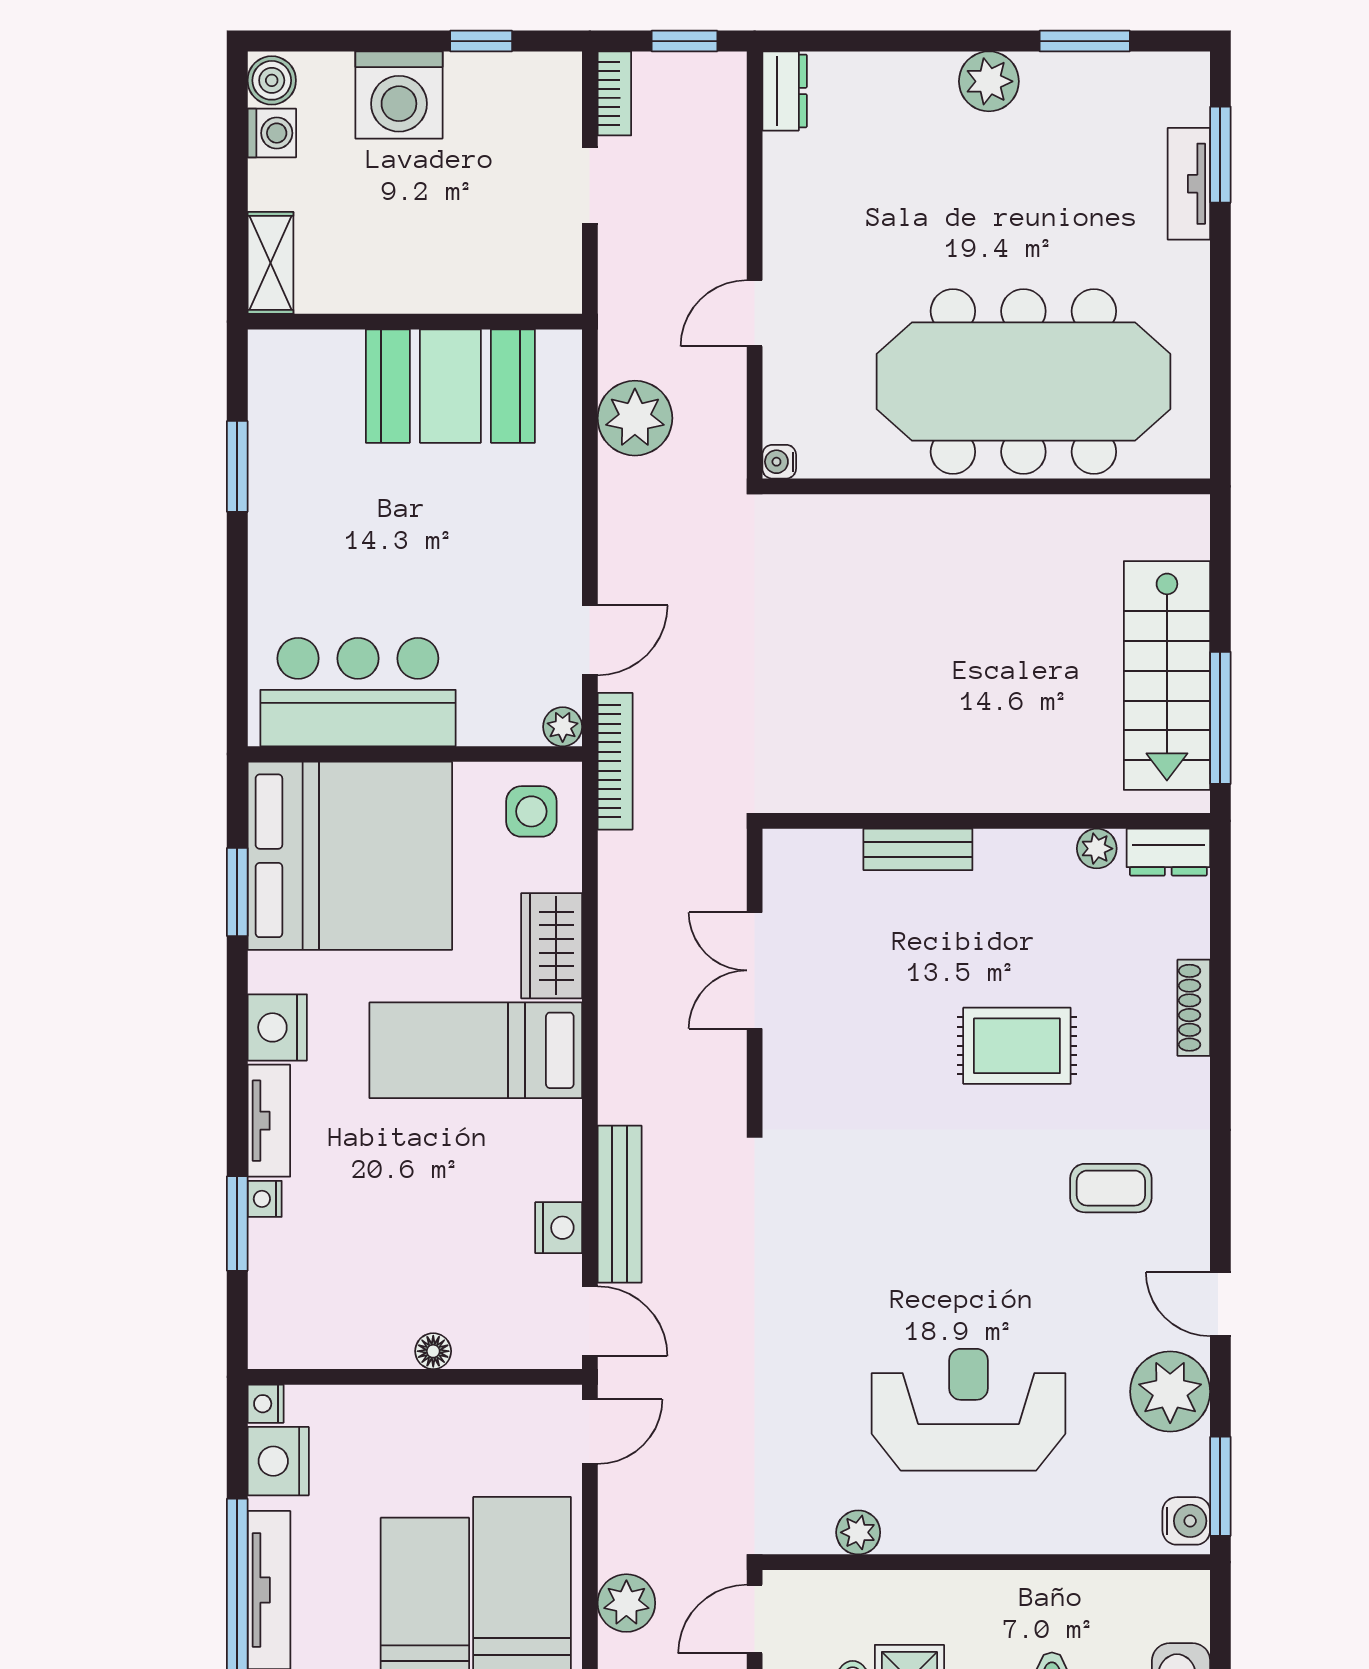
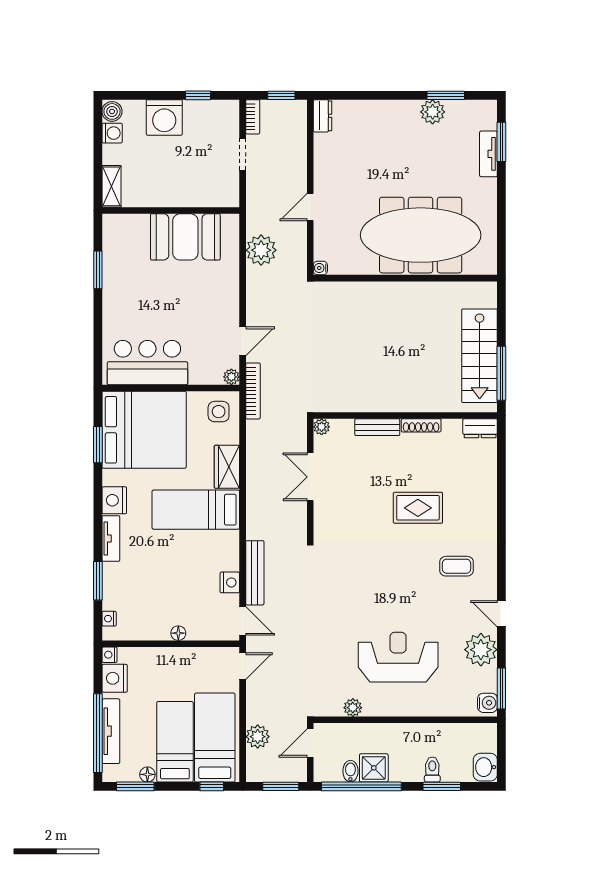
plant: (989, 81) -> (433, 112), moved
plant: (1097, 849) -> (322, 427), moved
shoe rack: (1194, 1008) -> (421, 425), moved, turned -90
nightstand: (265, 1199) -> (109, 619), moved

